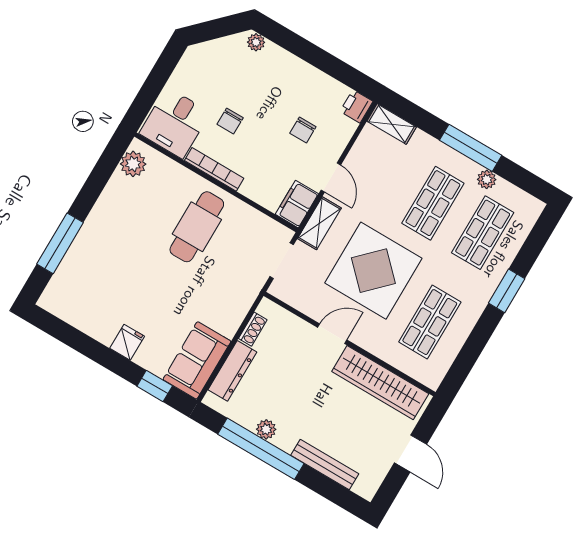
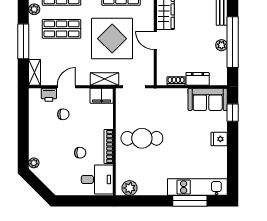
printer: (356, 106) -> (49, 95), moved
window: (471, 148) -> (23, 41), moved
door: (331, 177) -> (66, 87), moved
kitchen unit: (74, 267) -> (197, 187), added
dresser: (232, 371) -> (198, 79), width x0.70

